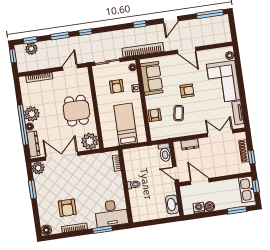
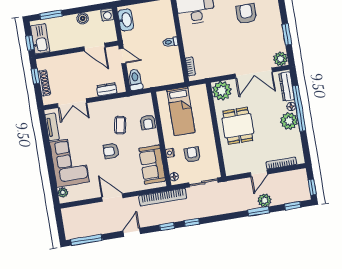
window: (85, 32) -> (192, 222), moved
plant: (31, 49) -> (265, 200), moved
door: (70, 67) -> (259, 173), moved
washing machine: (199, 208) -> (107, 15), moved

